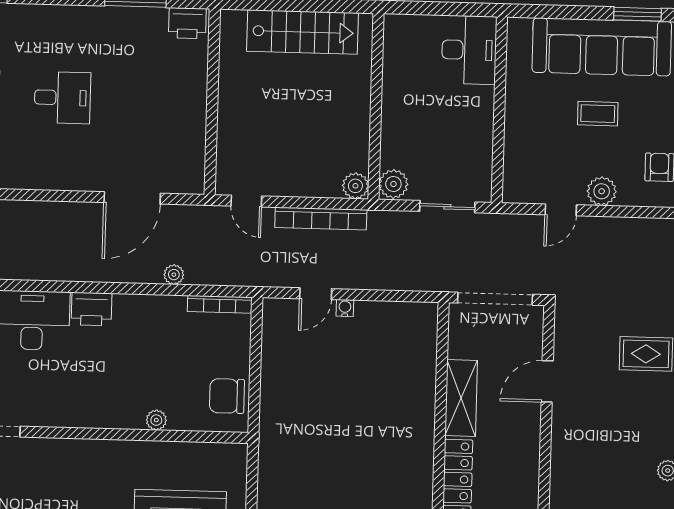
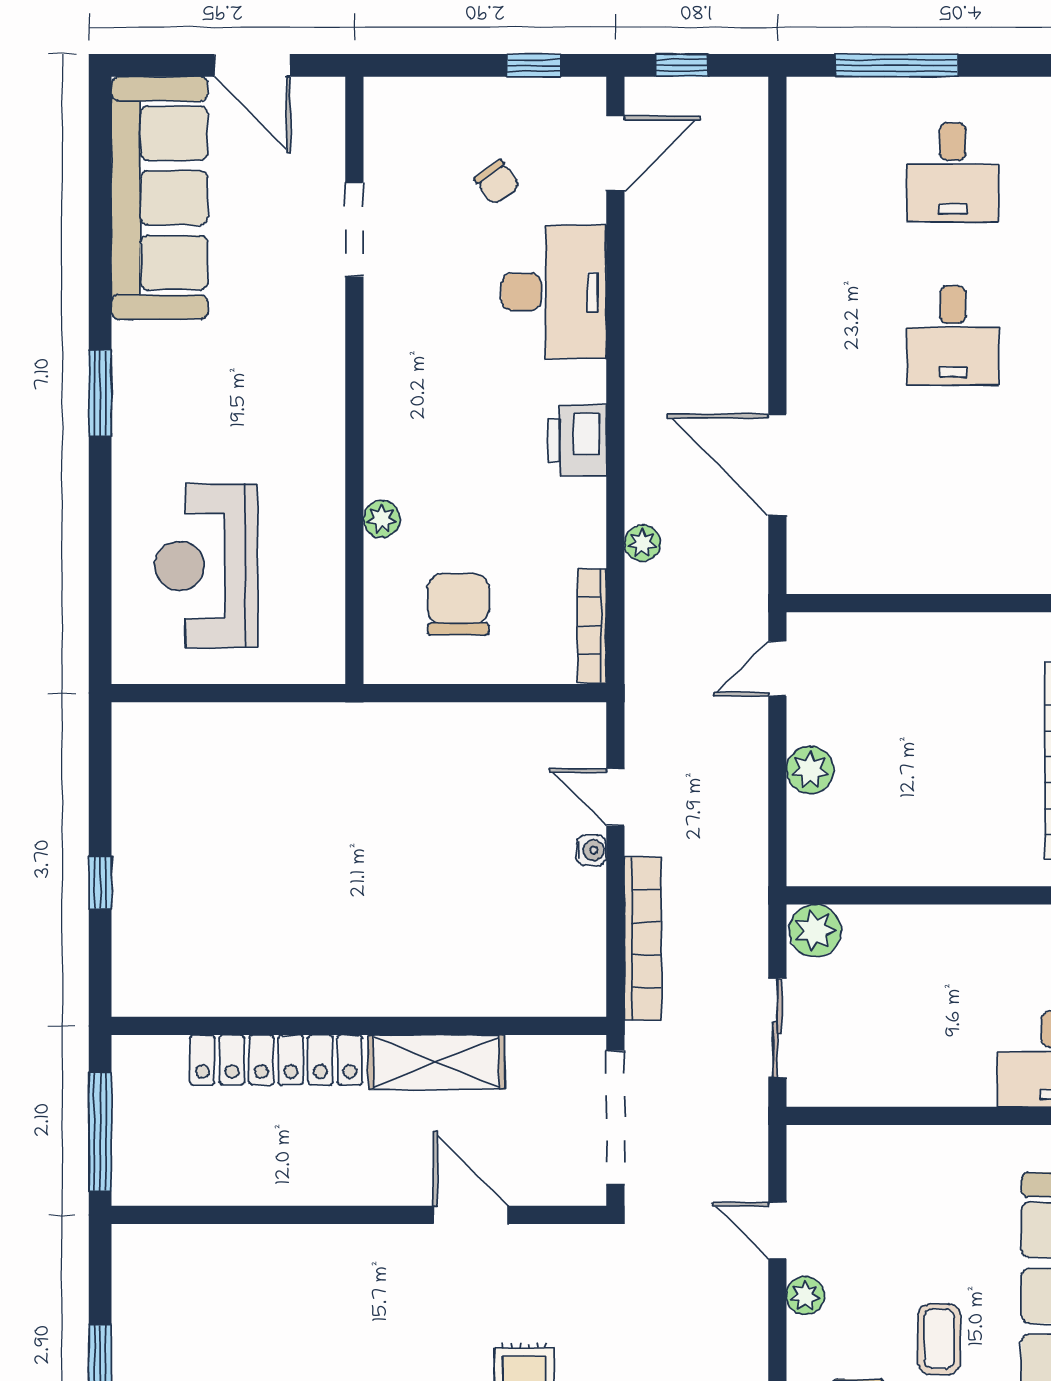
coffee table: (598, 114) -> (939, 1339), moved
plant: (355, 186) -> (810, 770), moved
plant: (602, 191) -> (805, 1296), width x0.73, depth x0.73
bookcase: (321, 219) -> (643, 939), moved, turned 180
printer: (92, 309) -> (577, 440), moved
chair: (227, 396) -> (458, 605), moved

